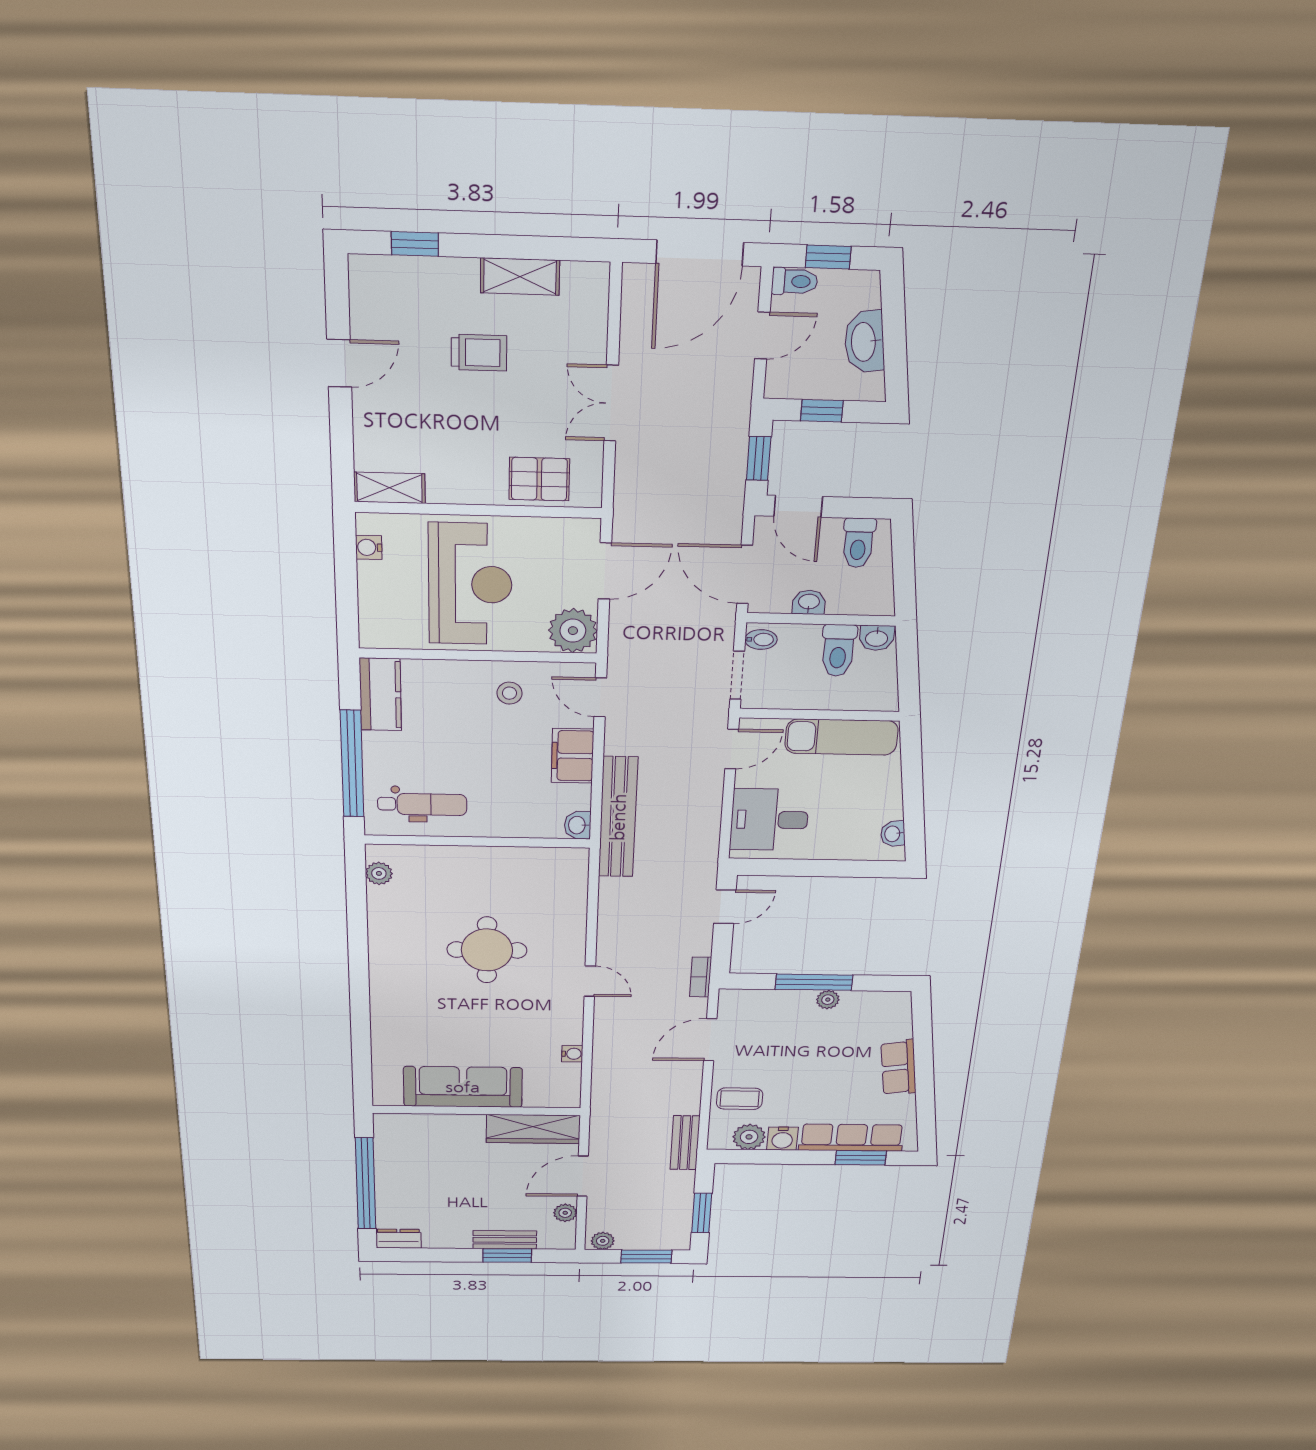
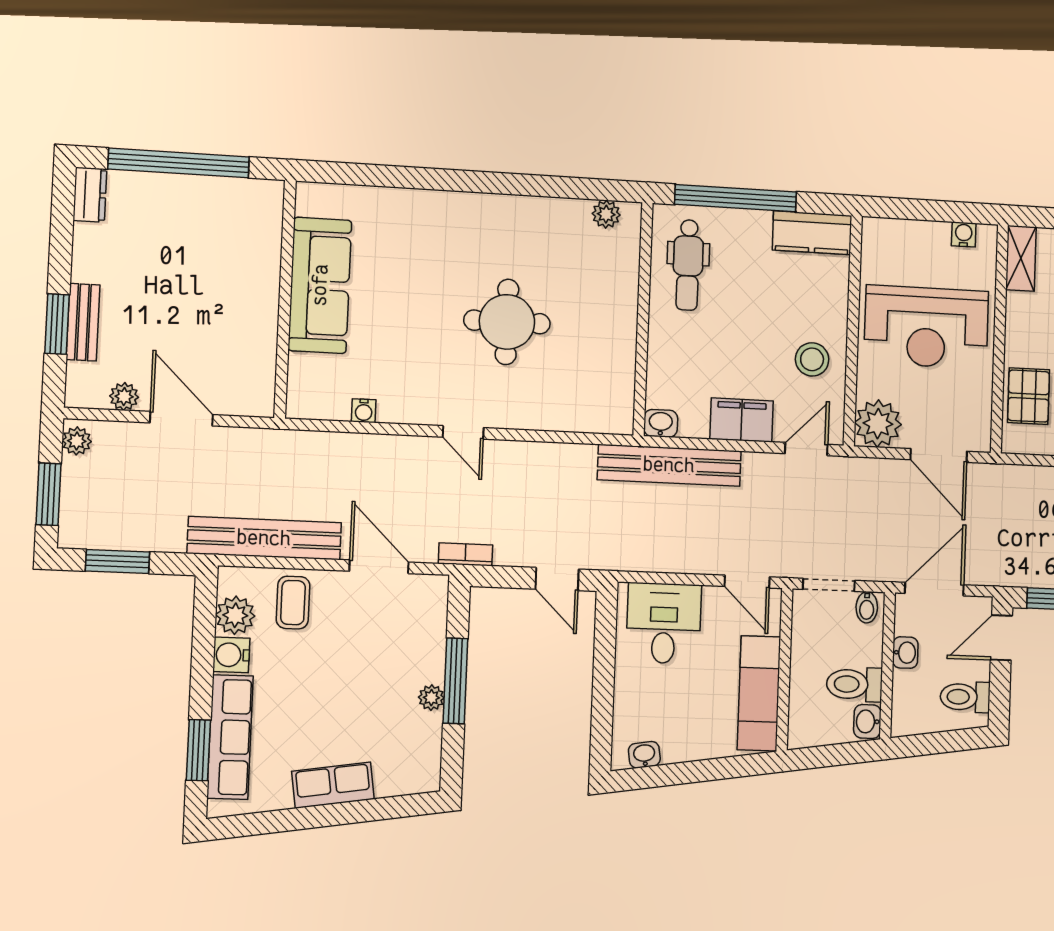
stool: (509, 693) -> (812, 359), width x1.37, depth x1.37
door: (590, 981) -> (463, 432), hinge flipped
wardrobe: (533, 1129) -> (255, 363), removed
bench: (685, 1143) -> (264, 538), width x1.86, depth x1.21

